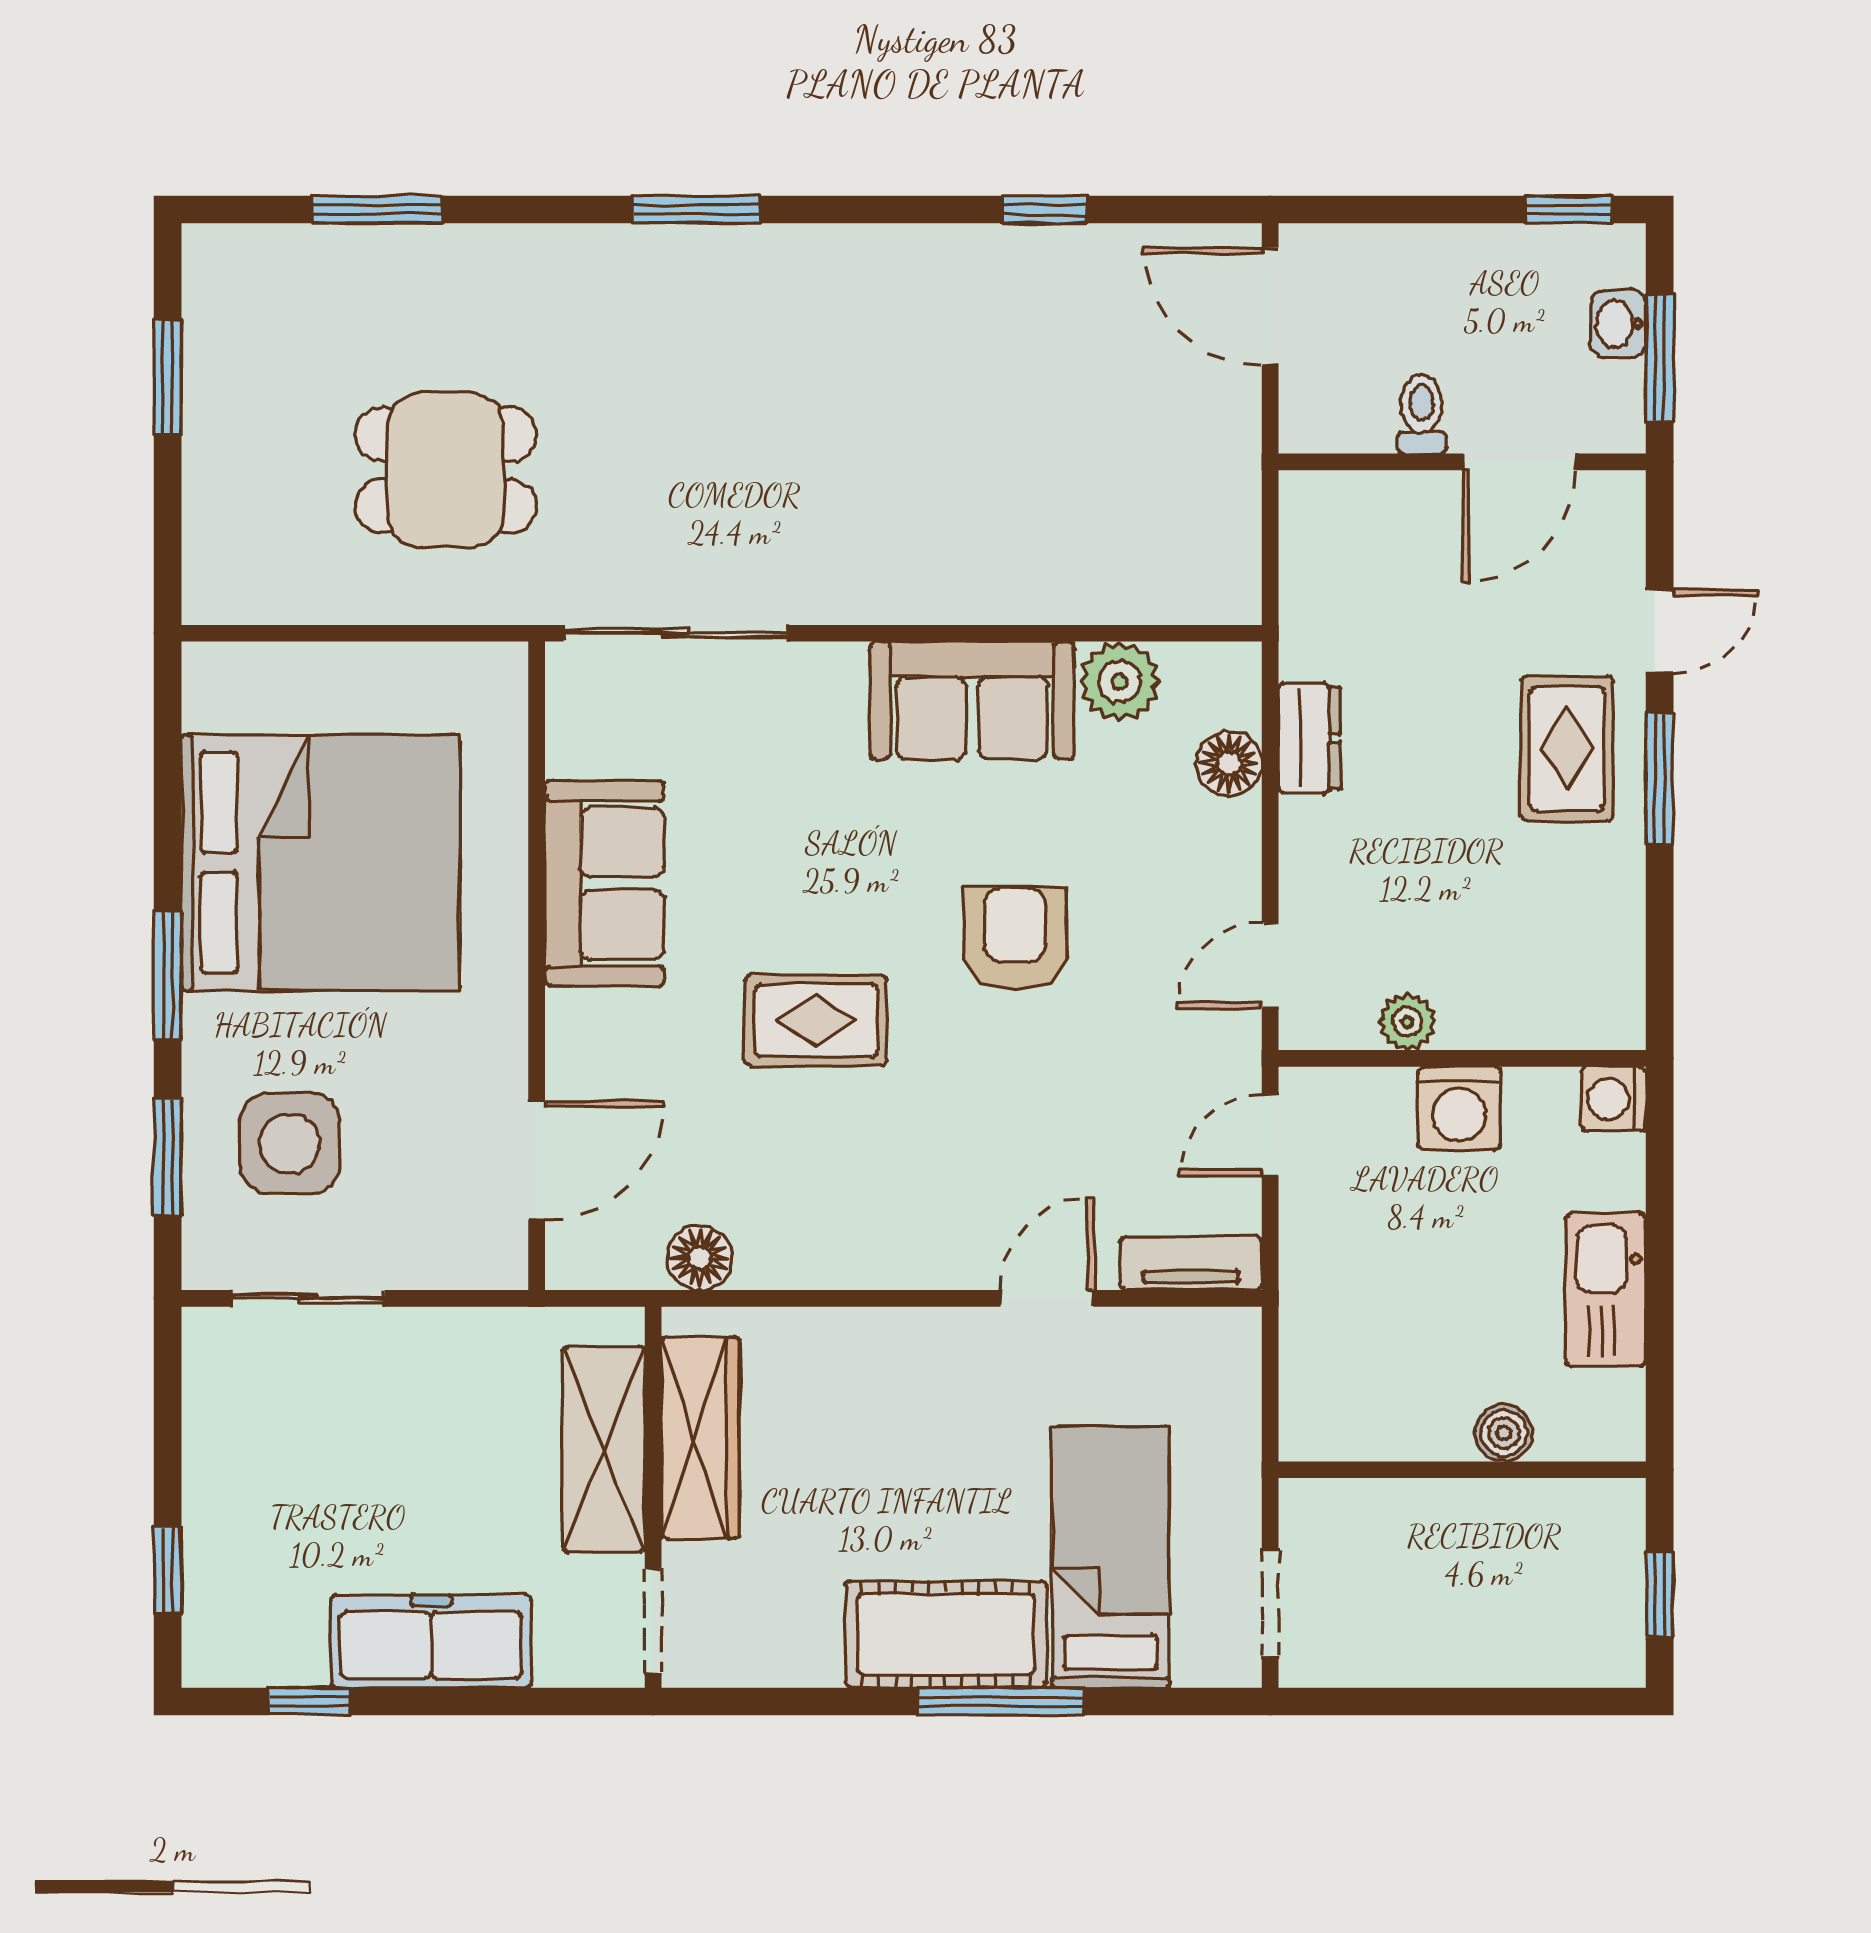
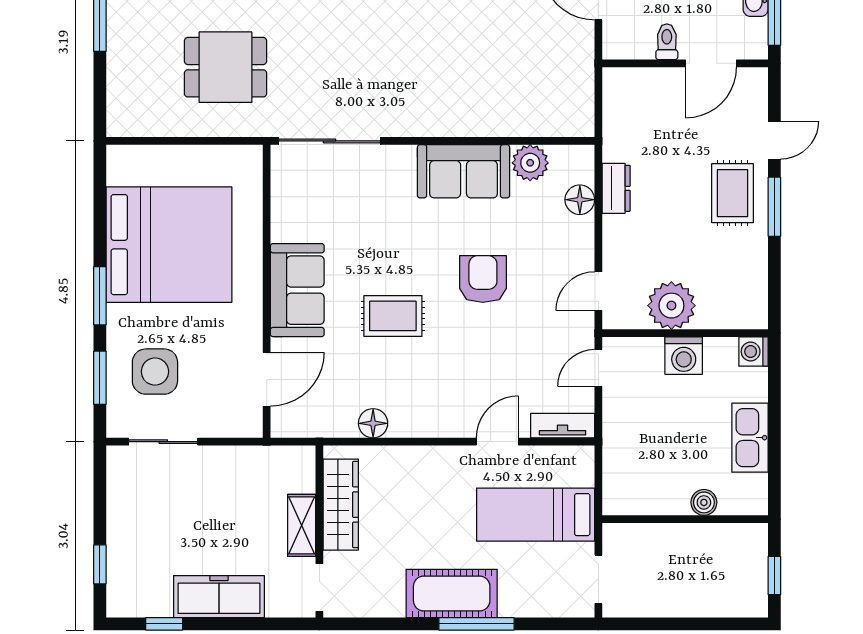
sofa: (604, 883) -> (297, 290), moved
plant: (1407, 1022) -> (671, 306), width x1.88, depth x1.88
floor lamp: (700, 1258) -> (373, 423), moved
shelving: (604, 1449) -> (302, 525), width x0.67, depth x0.75
bed: (1111, 1557) -> (536, 515), moved, turned -90

